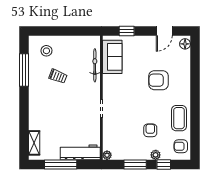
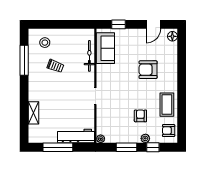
shelving: (34, 143) -> (34, 113), moved

